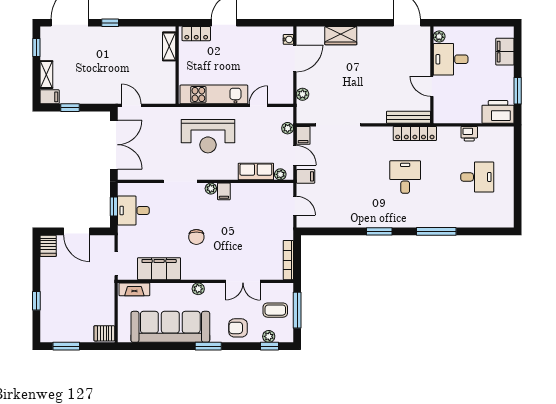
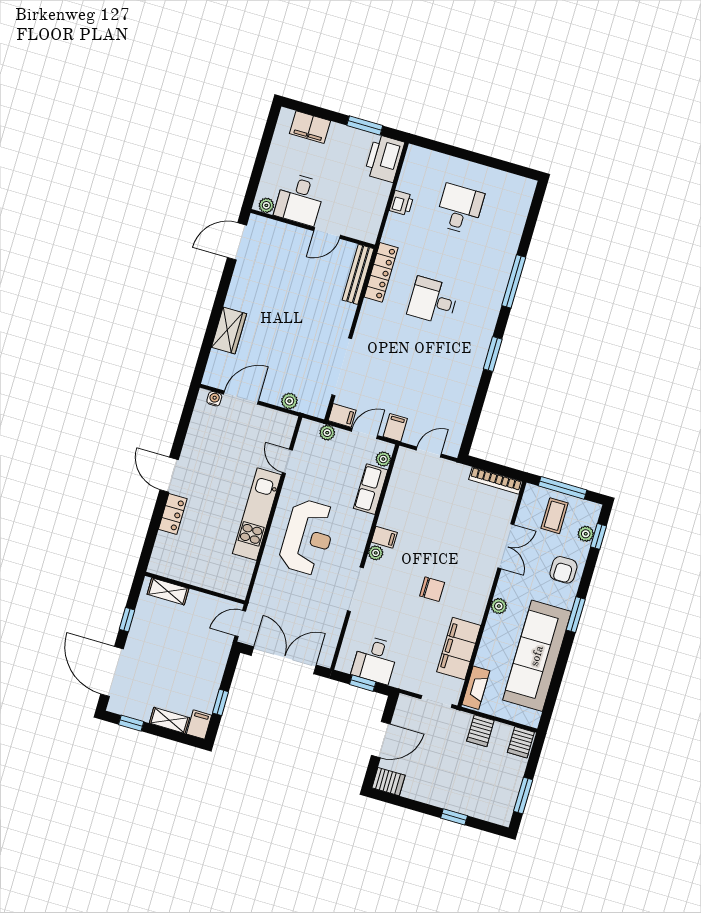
shelving: (169, 46) -> (168, 591), moved
door: (295, 58) -> (241, 398), hinge flipped
wall: (177, 65) -> (195, 588), moved
server rack: (104, 302) -> (480, 731), added

